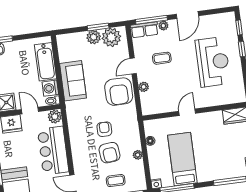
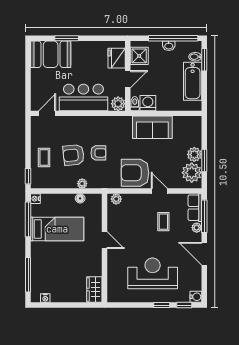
water cooler: (230, 17) -> (196, 297), added
bathtub: (46, 62) -> (193, 81), moved, turned -90
reception desk: (213, 62) -> (153, 273), turned 180
plant: (144, 87) -> (116, 199), moved
plant: (138, 155) -> (82, 184), moved

